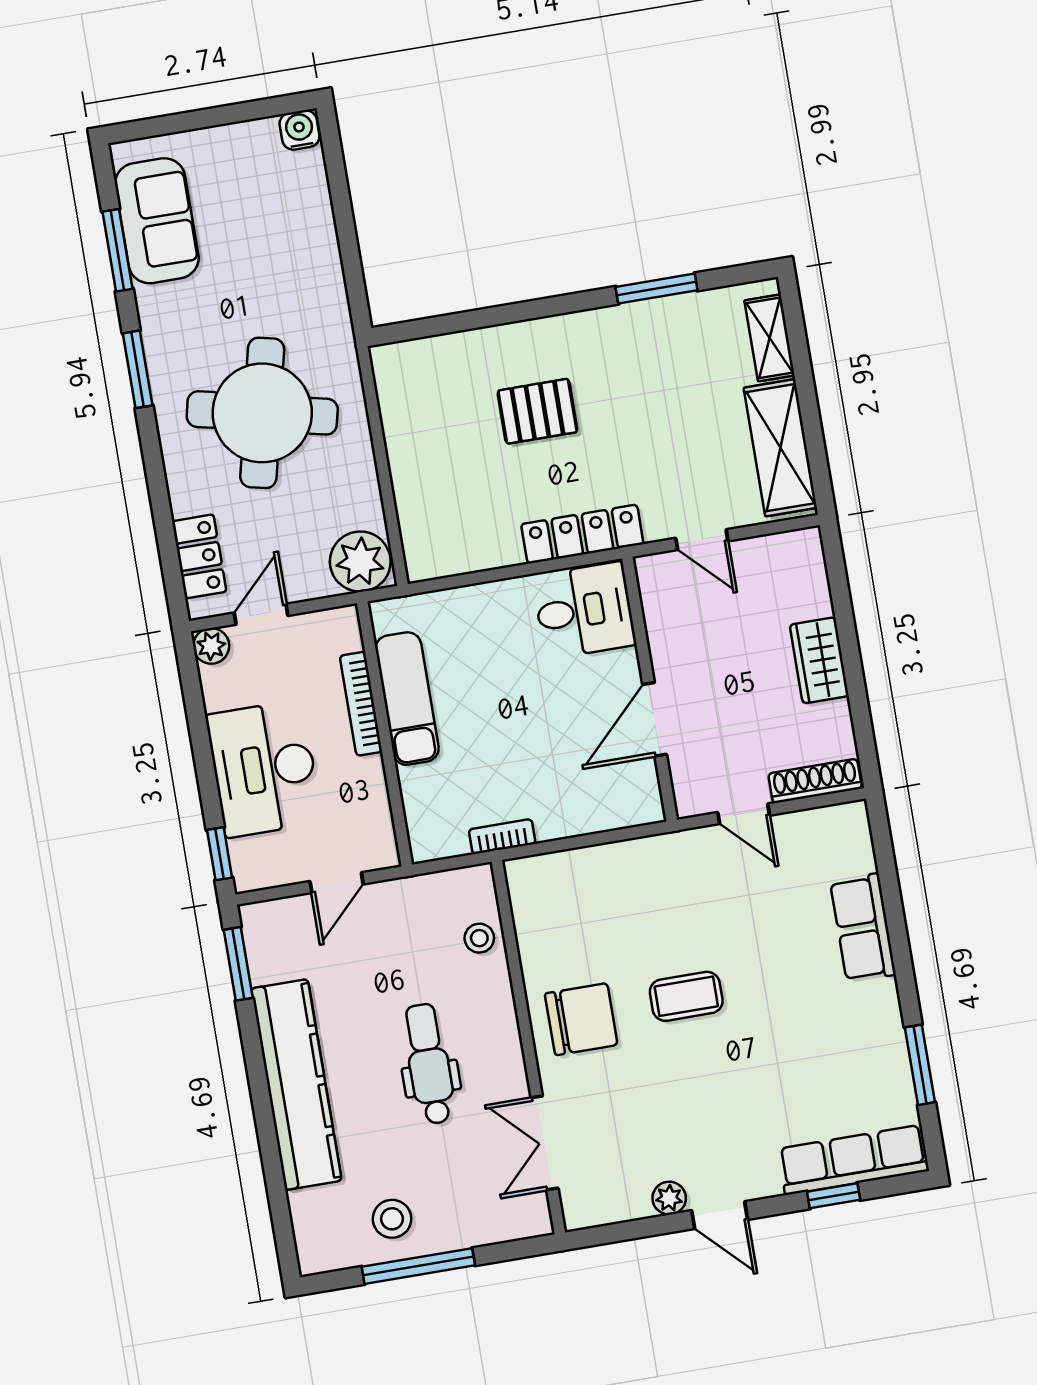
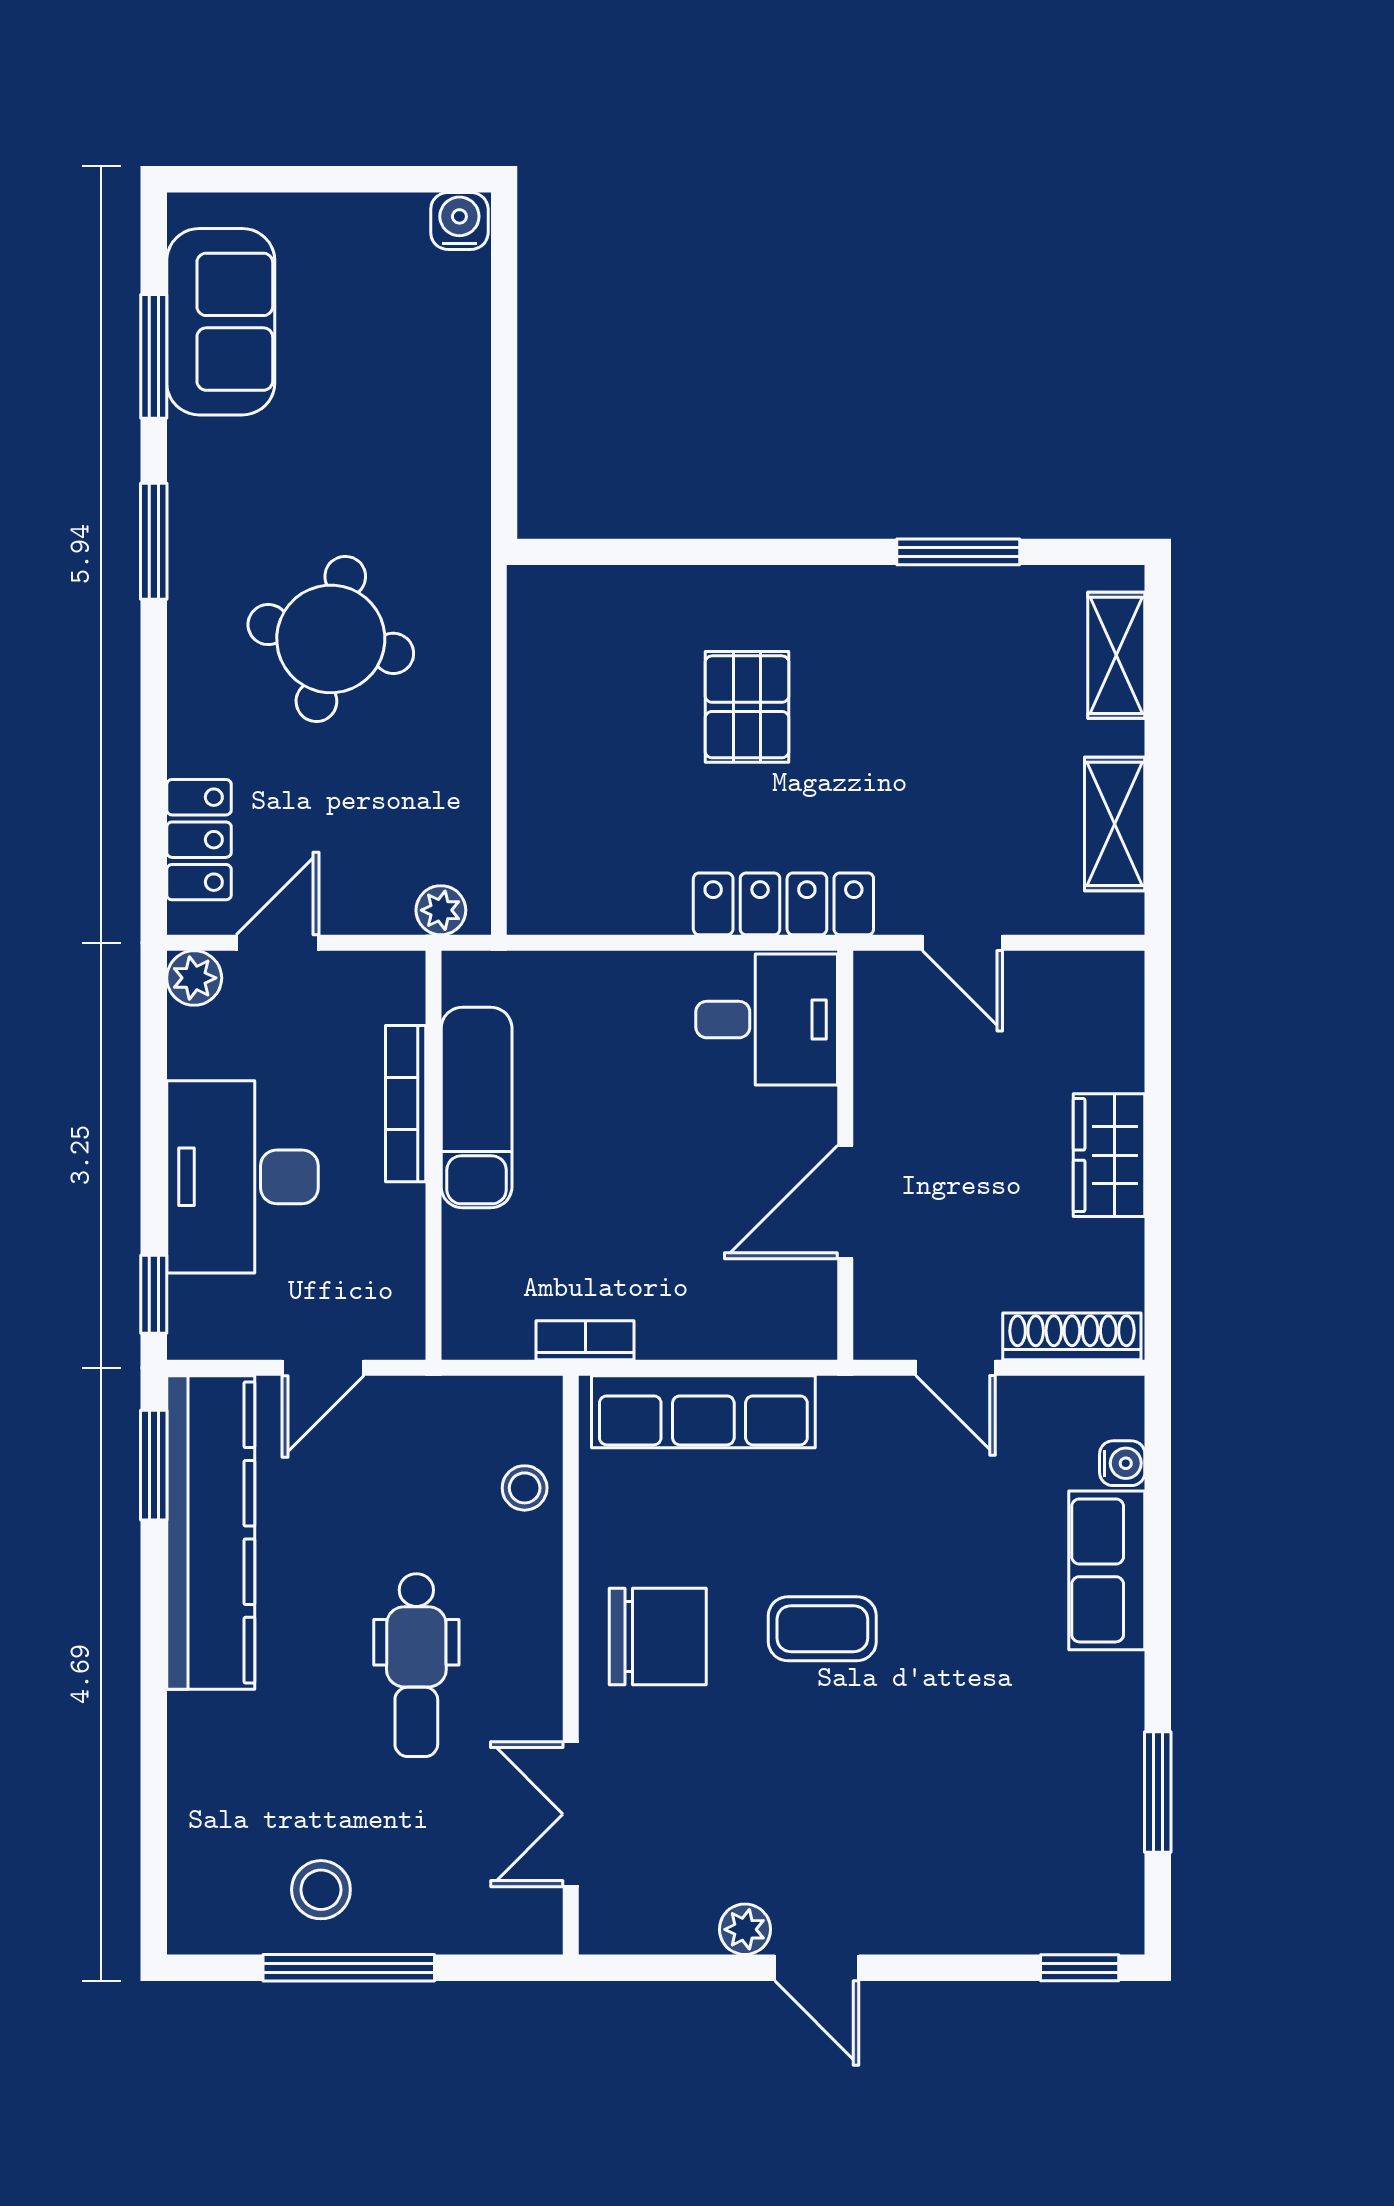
pallet: (537, 411) -> (747, 707), turned 90
round table: (262, 413) -> (331, 639), width x0.73, depth x0.73
shelving: (780, 448) -> (1115, 824), width x0.67, depth x0.75
plant: (360, 562) -> (441, 910), width x0.53, depth x0.53
water cooler: (861, 857) -> (1122, 1463), added
dental chair: (429, 1064) -> (416, 1665), turned 180
kitchen counter: (296, 1085) -> (211, 1532), moved
row of seats: (853, 1160) -> (703, 1412), moved, turned 180
window: (834, 1196) -> (1080, 1968), moved

